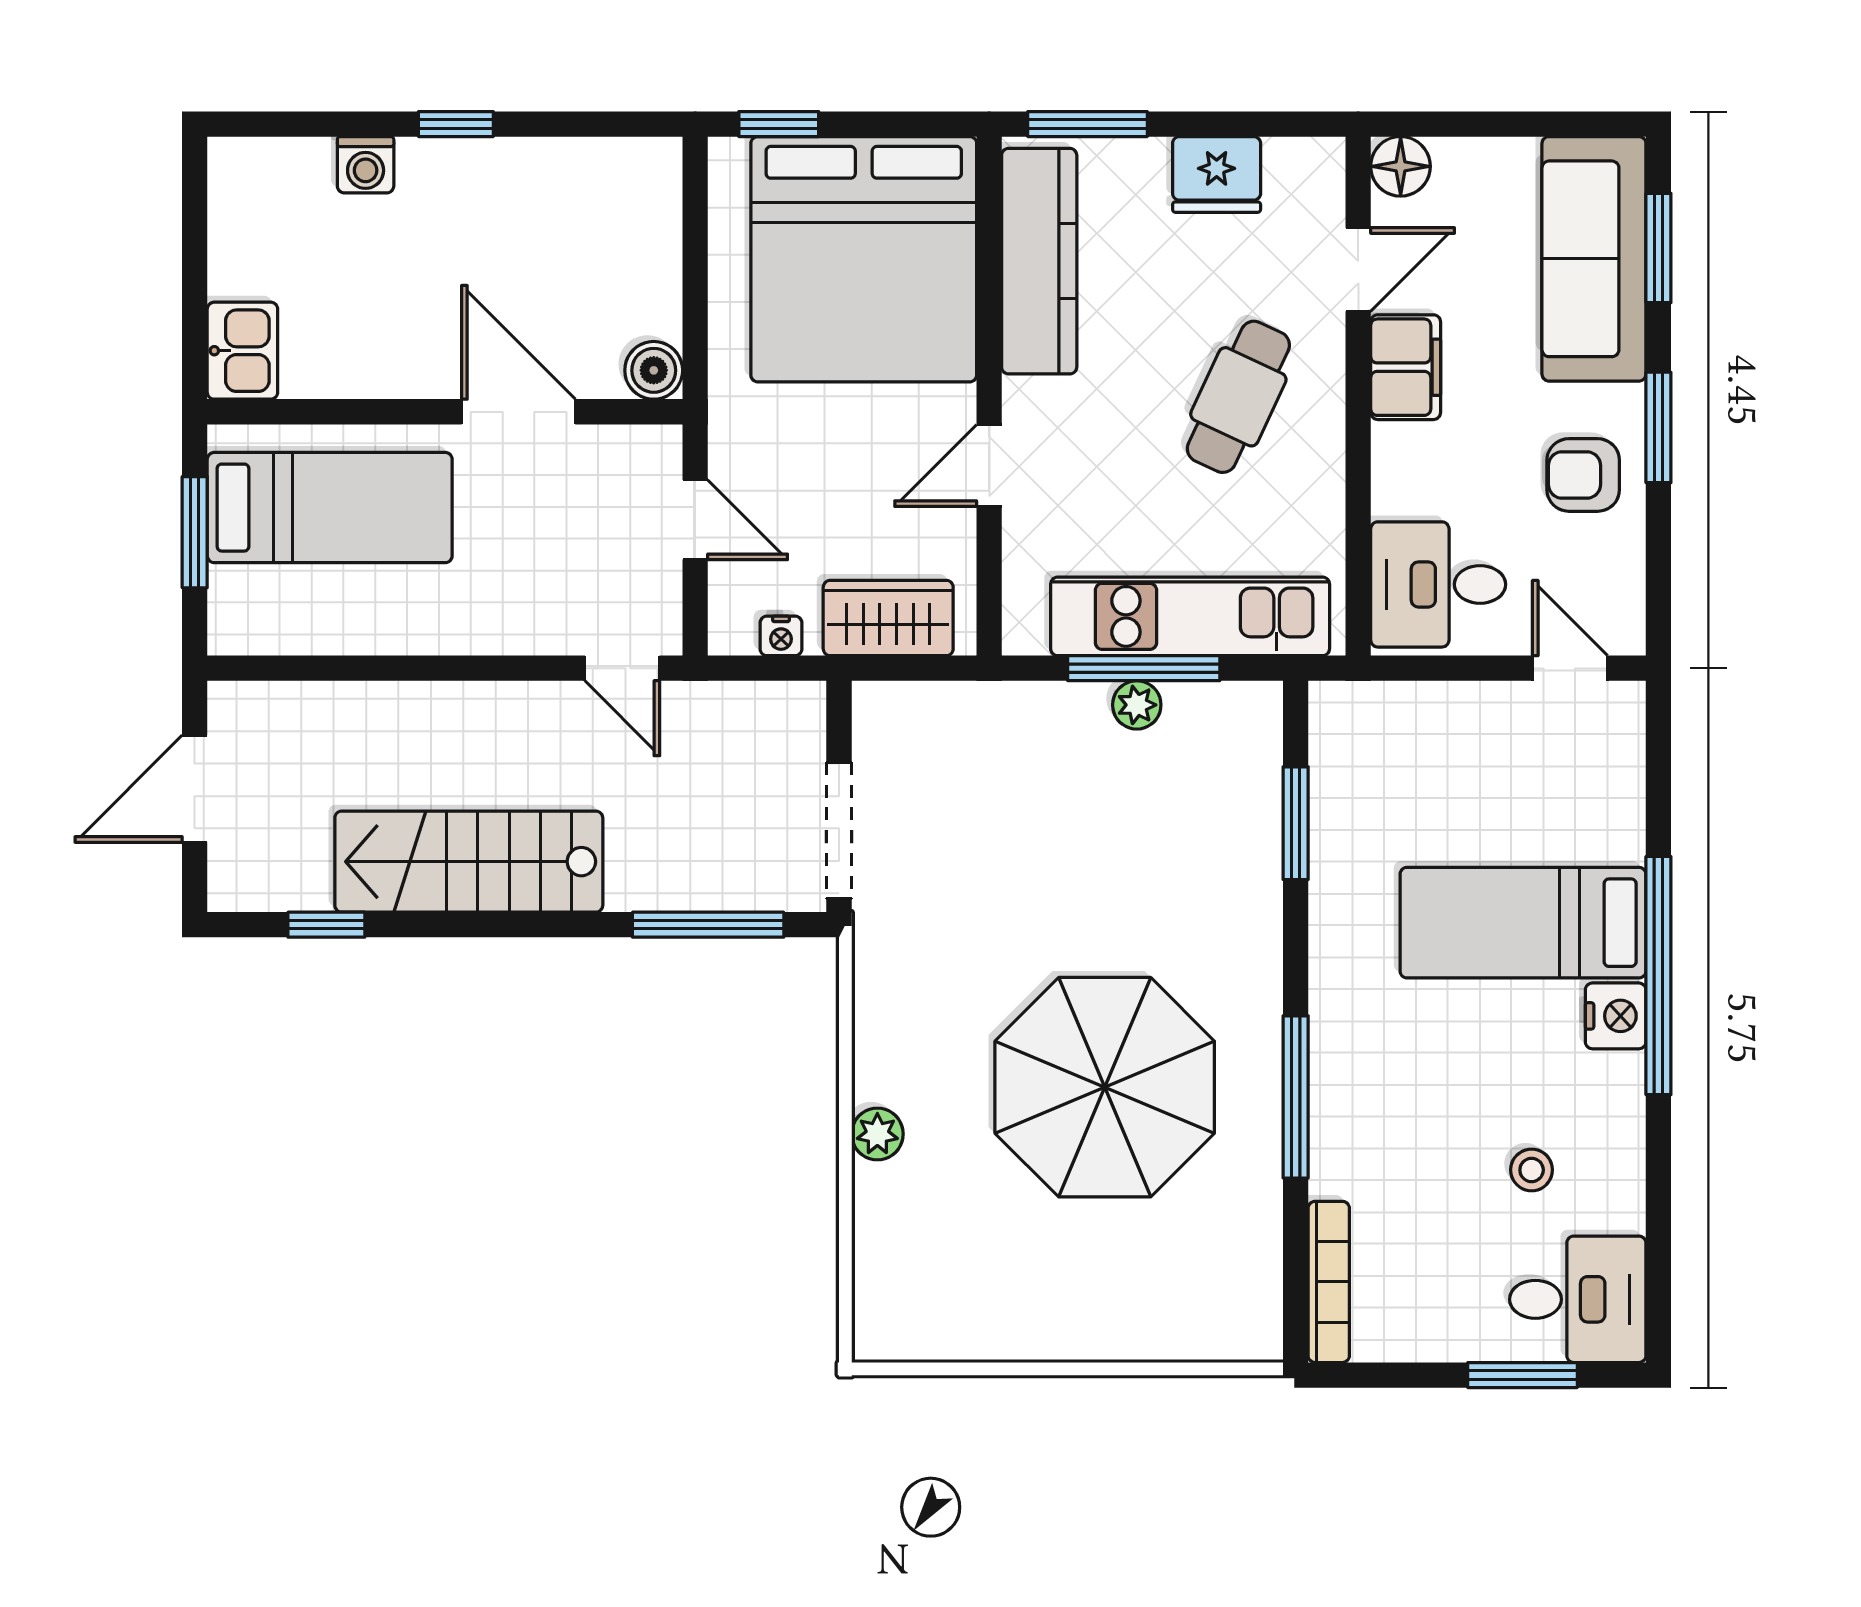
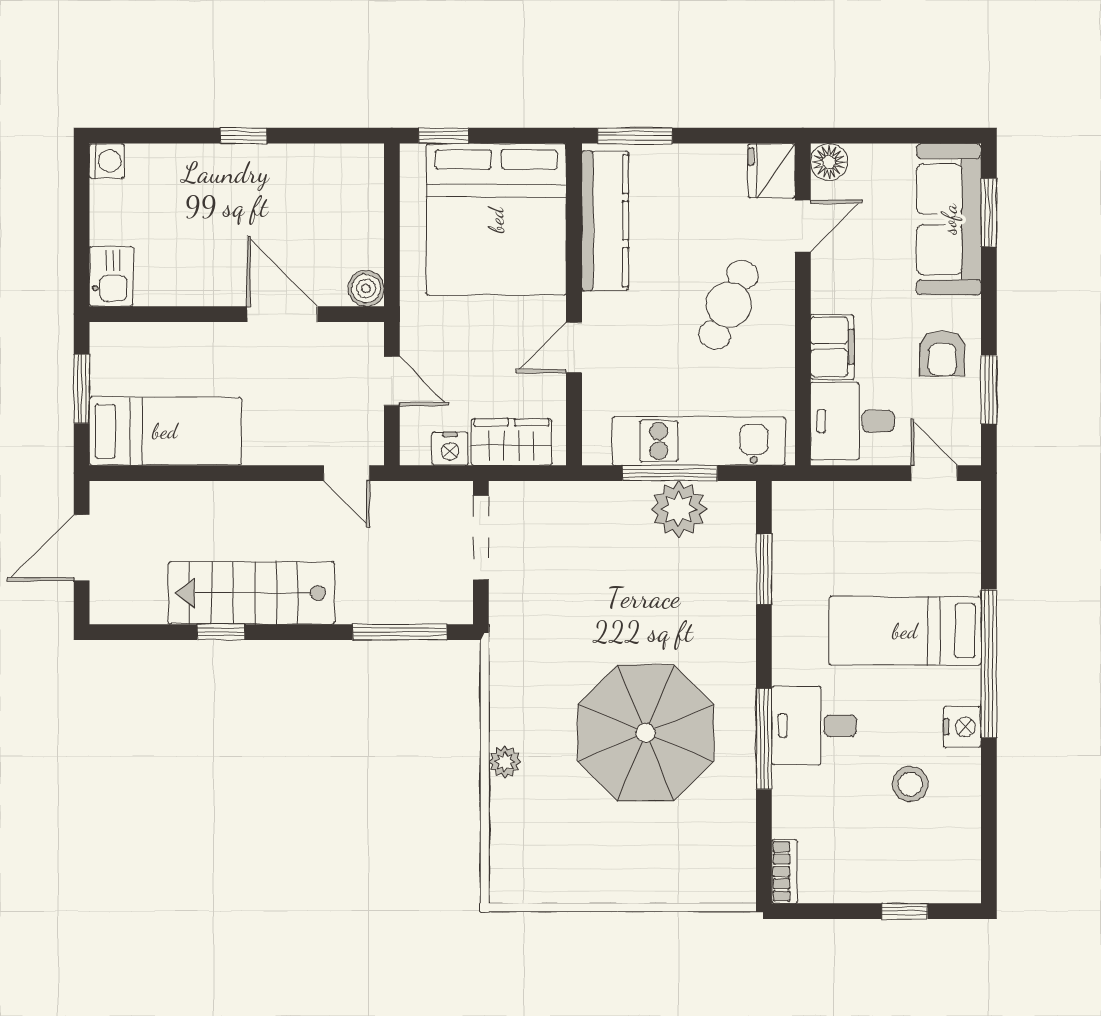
washing machine: (366, 165) -> (107, 161), moved, turned -90
fridge: (1217, 174) -> (772, 171), moved, turned 90
filing cabinet: (1406, 367) -> (832, 347), moved
window: (1658, 427) -> (989, 389), moved
armchair: (1583, 475) -> (942, 353), turned -90
bed: (330, 508) -> (165, 431), moved
nightstand: (781, 636) -> (450, 449), width x1.39, depth x1.35
plant: (1137, 705) -> (679, 509), width x1.87, depth x1.87
doorway: (839, 830) -> (481, 538), moved
window: (326, 925) -> (221, 632), moved
nightstand: (1616, 1016) -> (962, 727), moved
stool: (1532, 1170) -> (910, 784), width x1.37, depth x1.37
bookcase: (1329, 1282) -> (785, 871), width x0.64
desk: (1578, 1299) -> (814, 726), moved, turned 180
window: (1523, 1375) -> (905, 911), width x0.67

